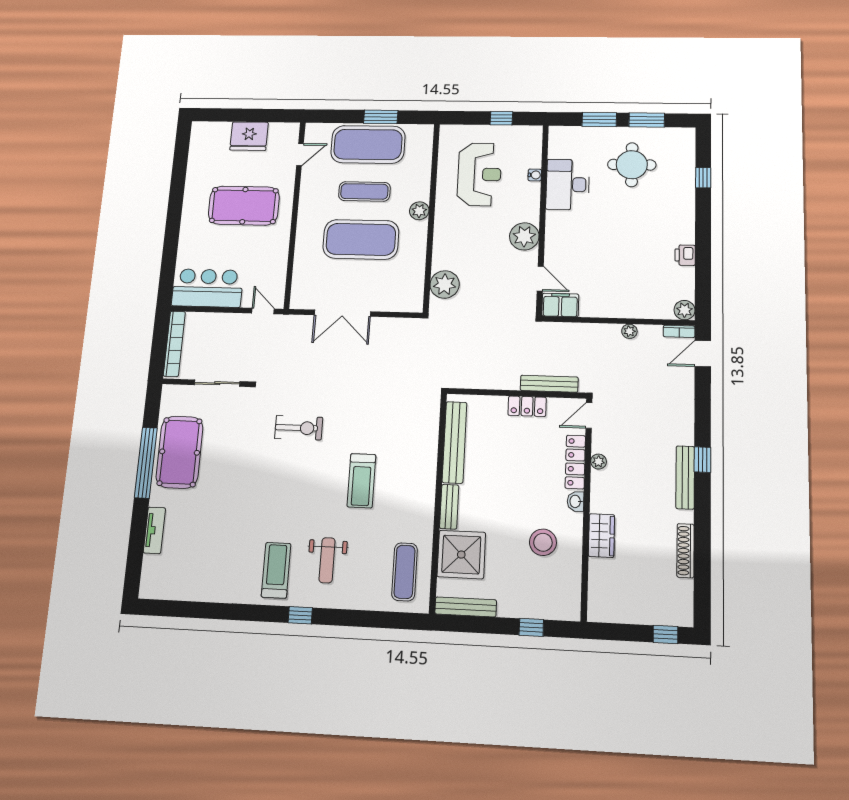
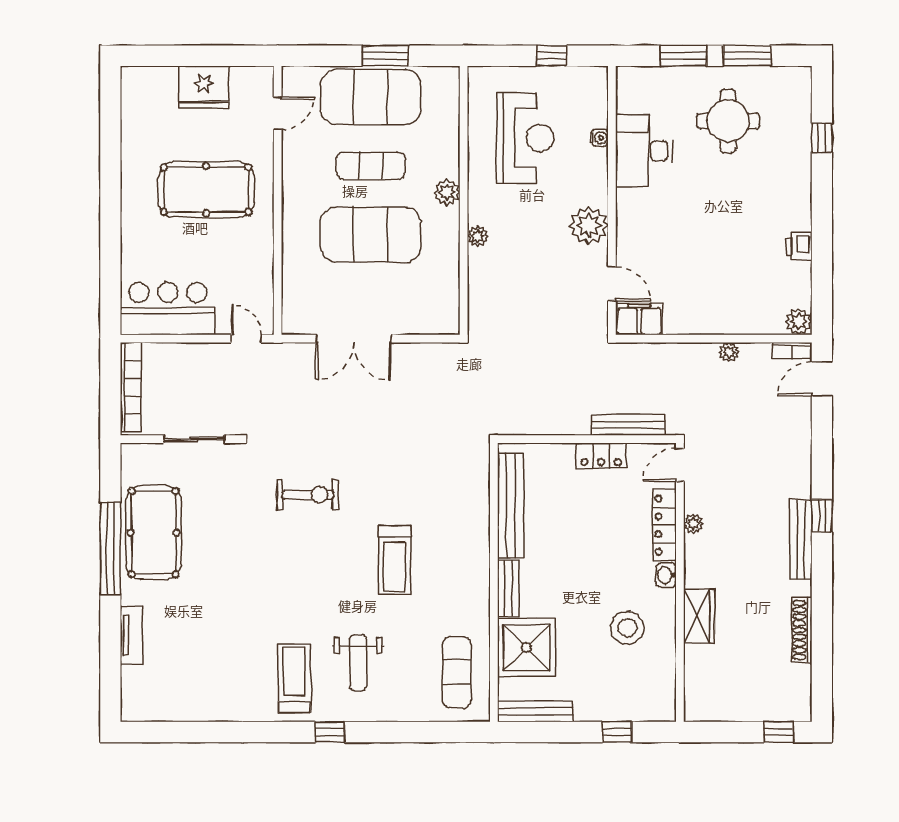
plant: (445, 284) -> (478, 236), moved, width x0.53, depth x0.53

